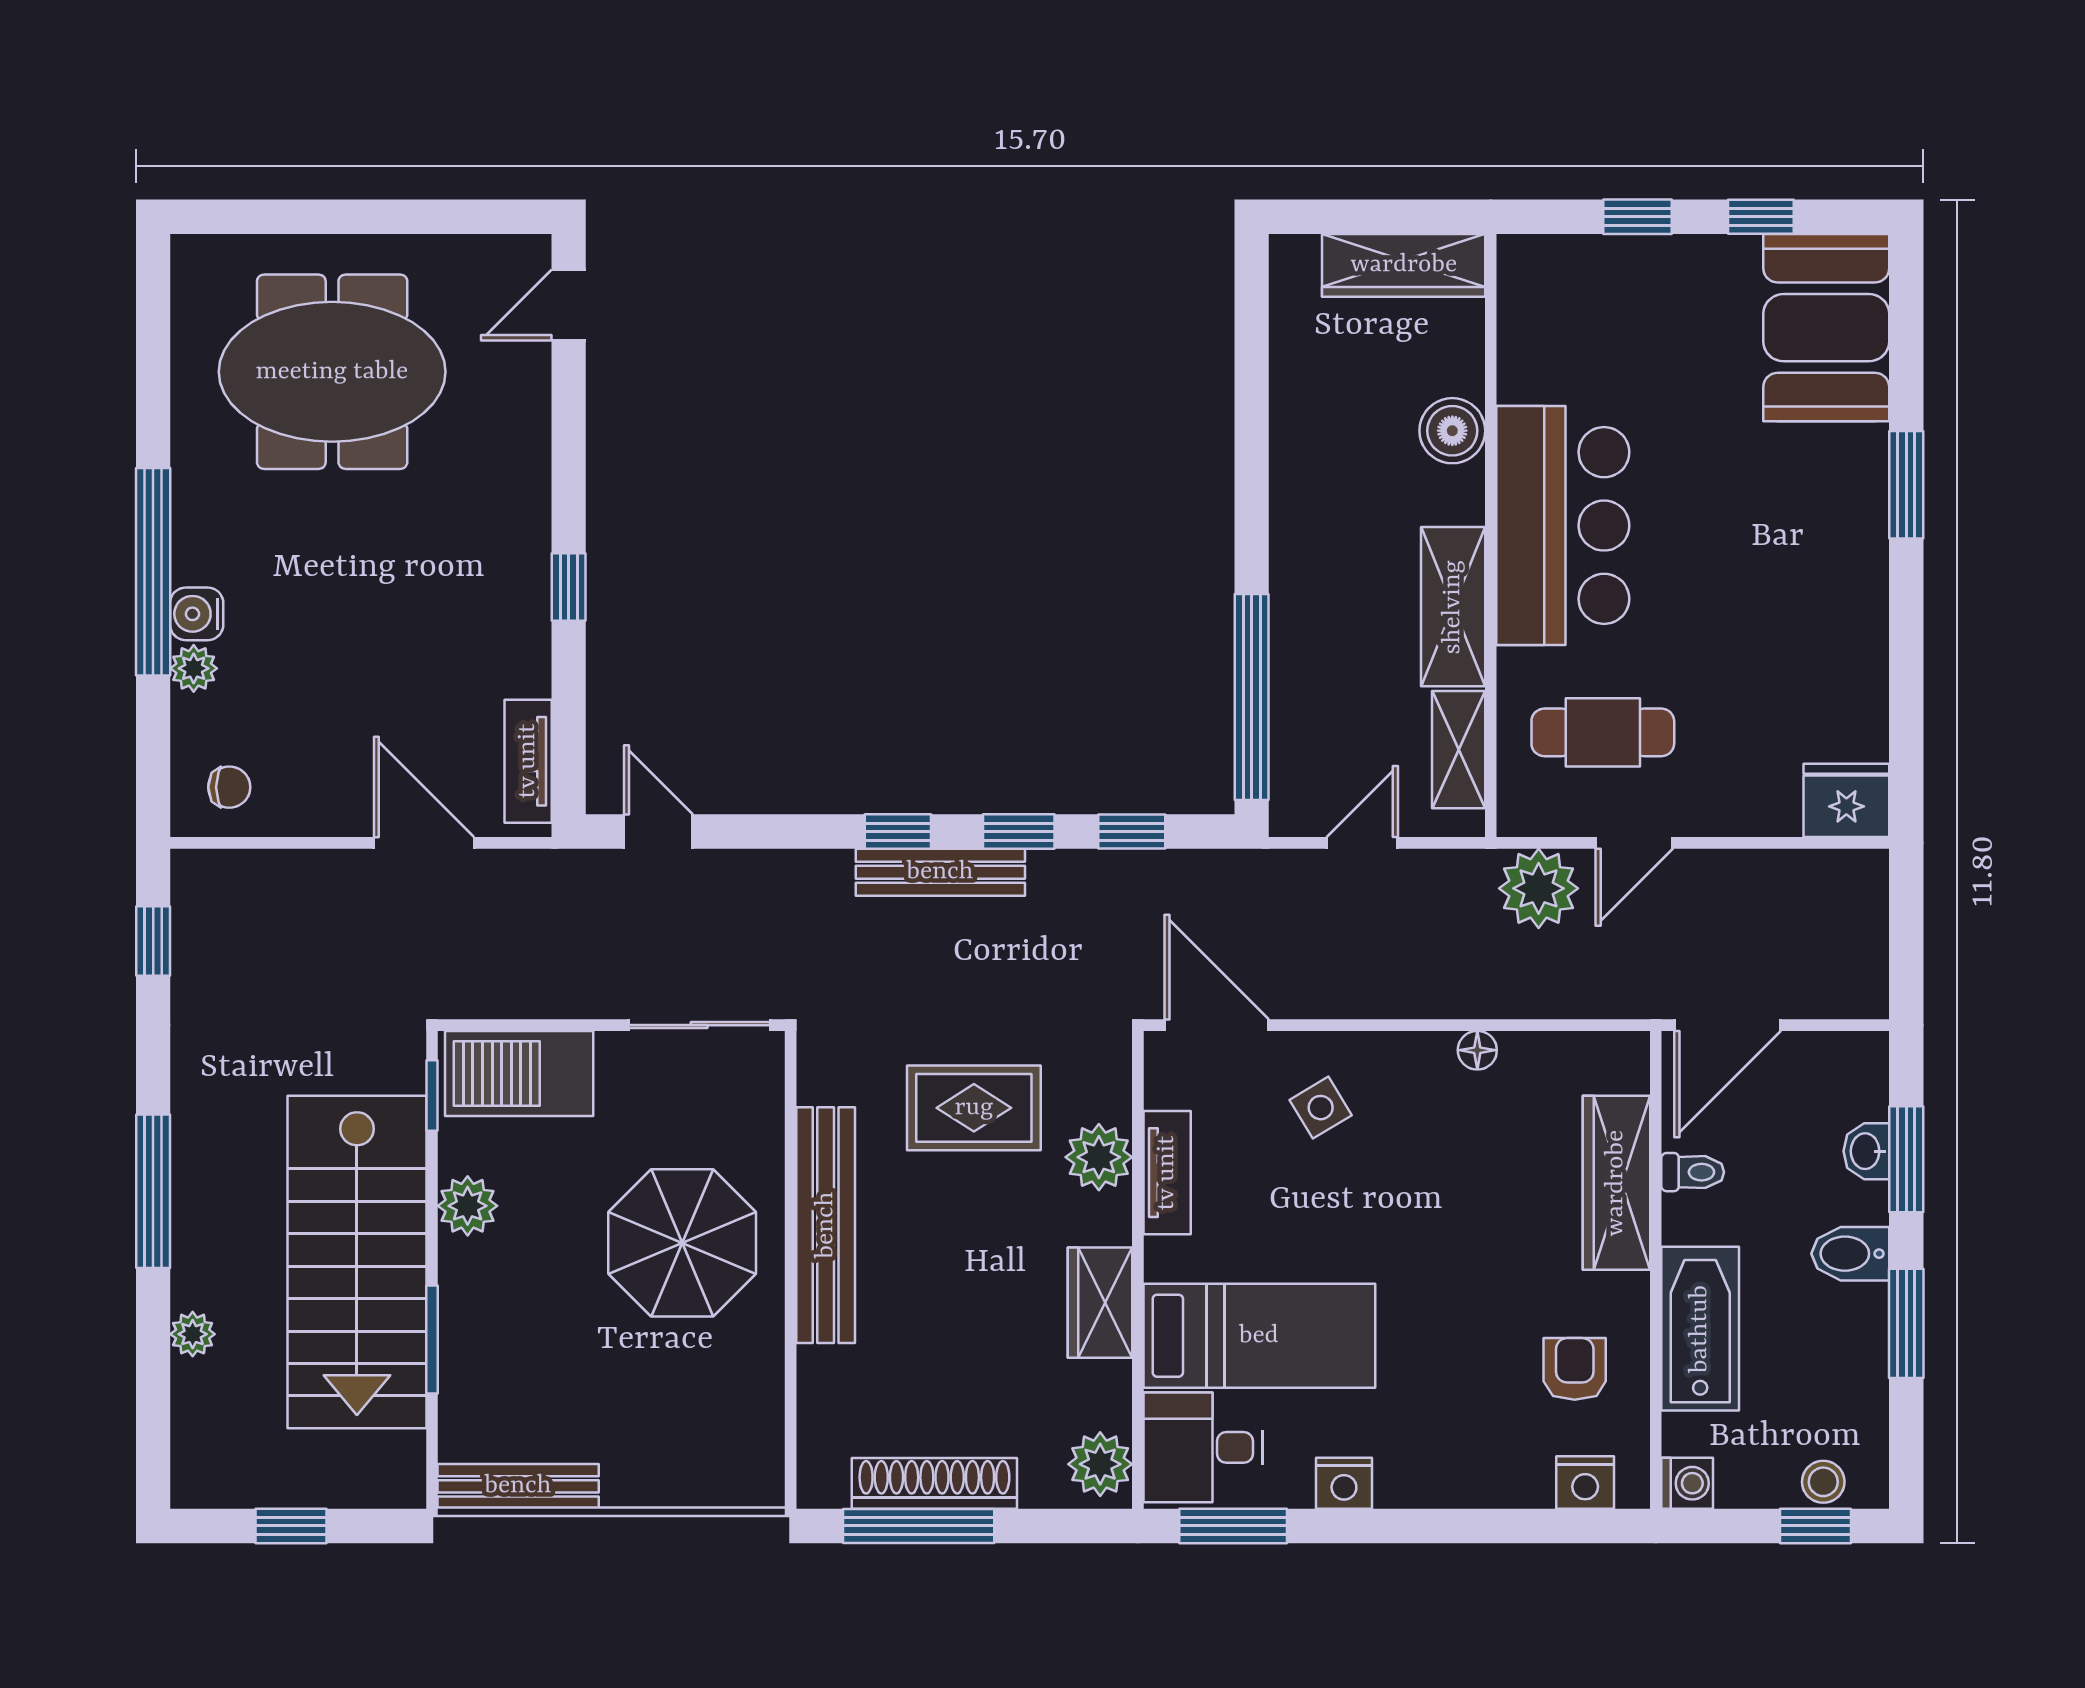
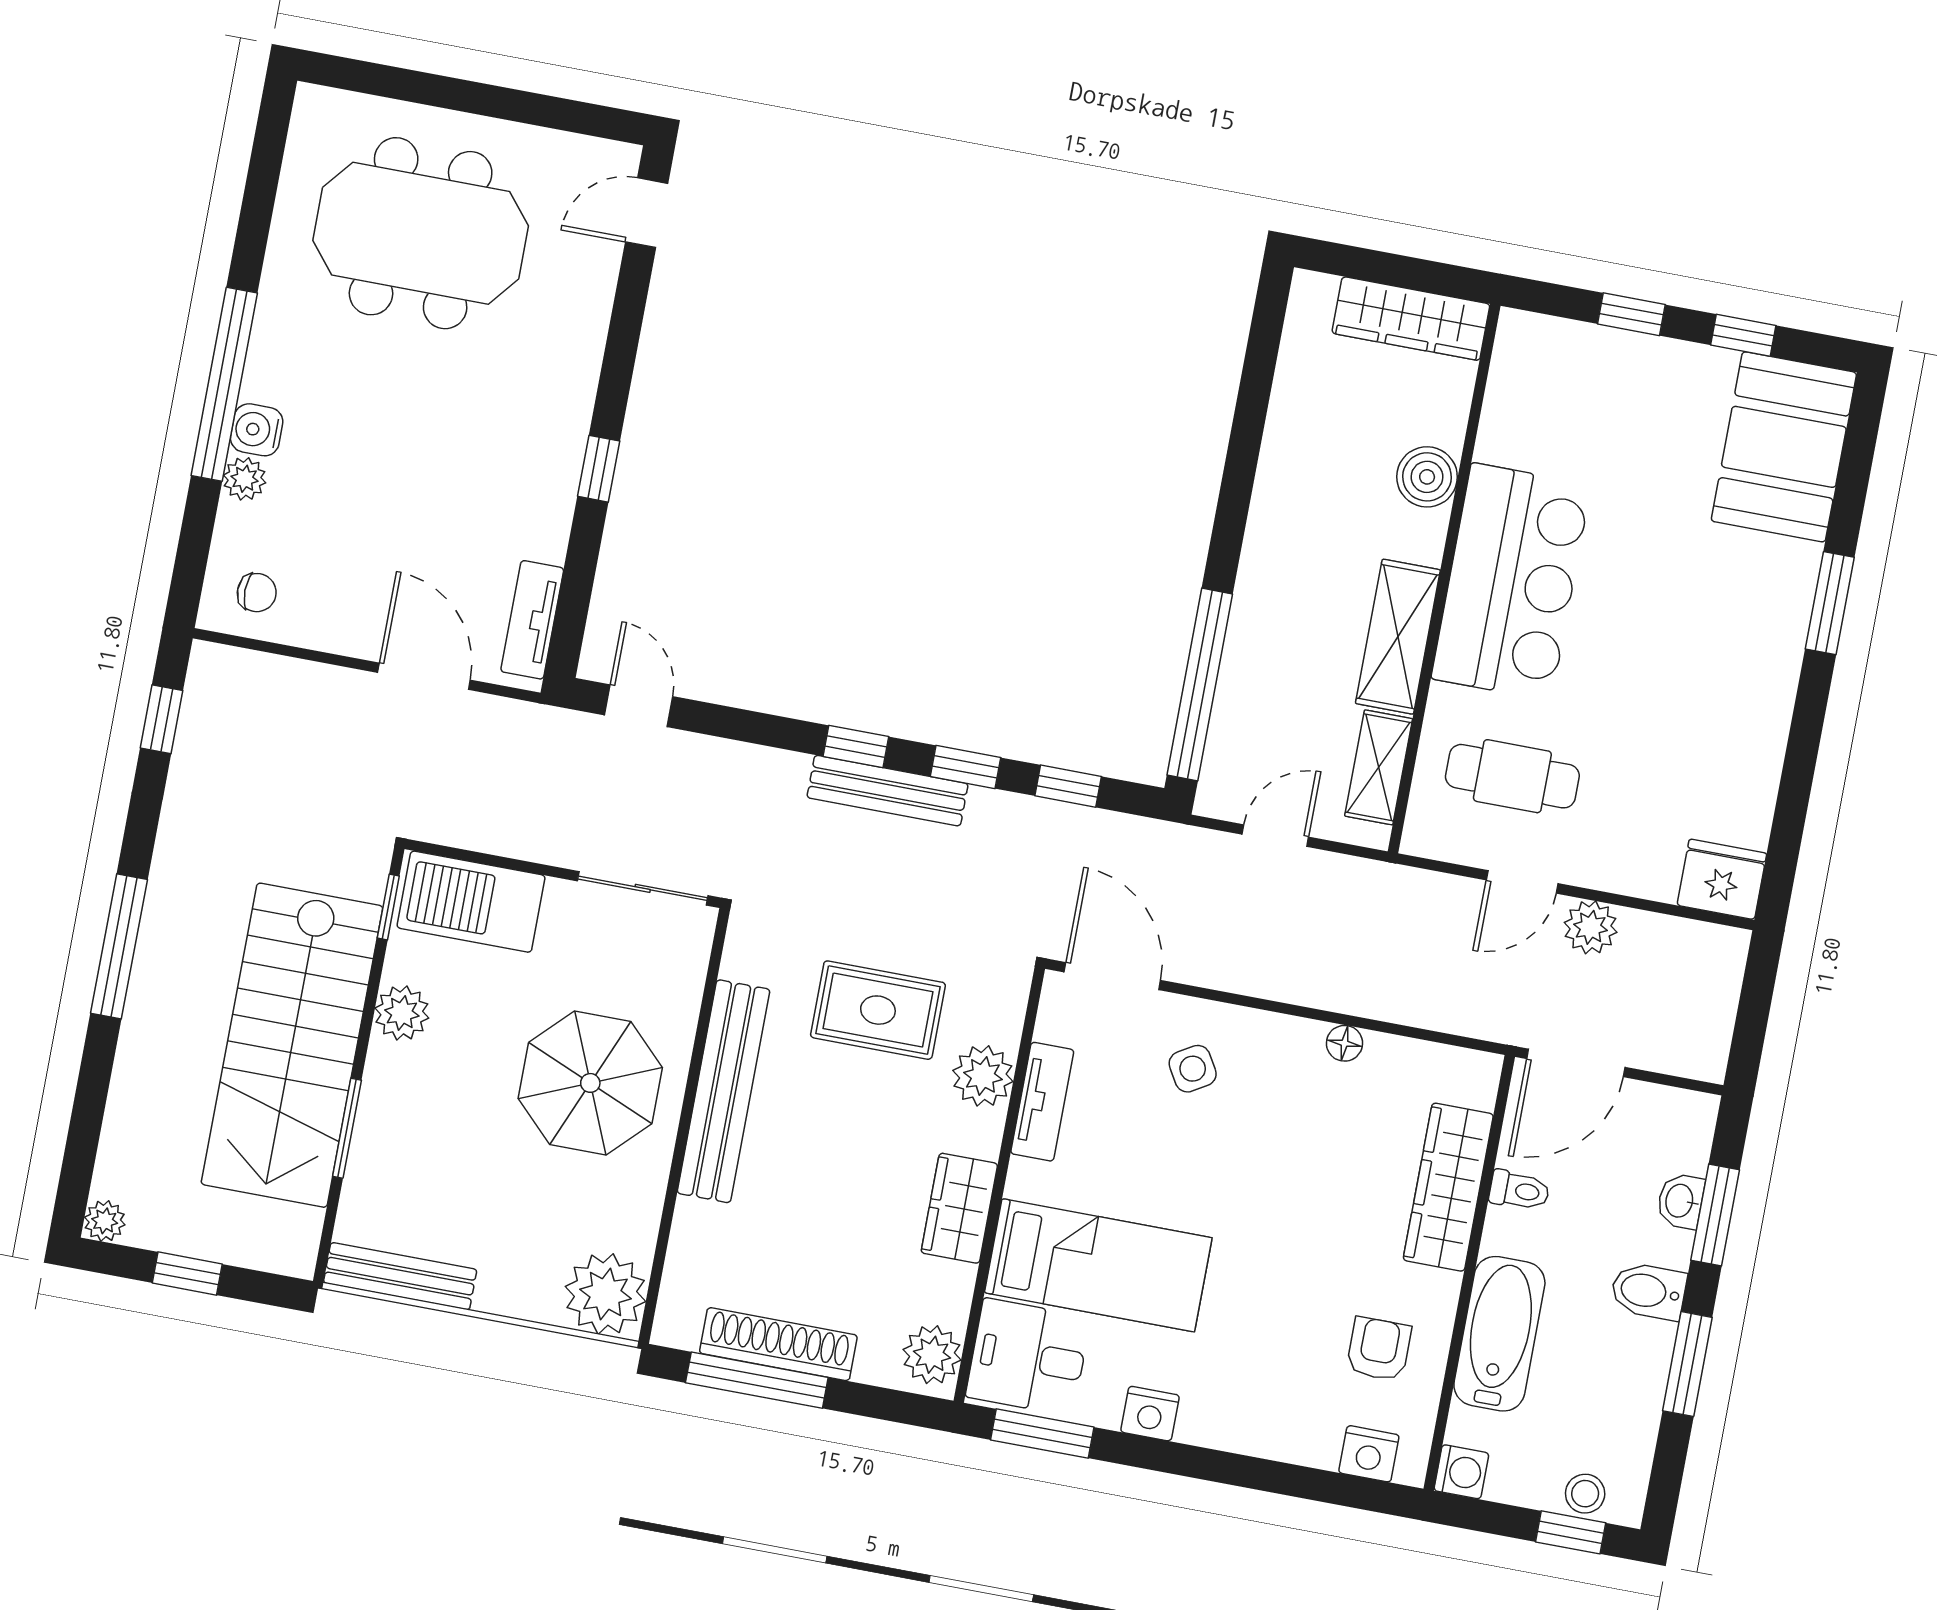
plant: (1539, 888) -> (1591, 927), moved, width x0.73, depth x0.73
plant: (193, 1334) -> (105, 1221), moved
plant: (740, 1464) -> (606, 1294), added

